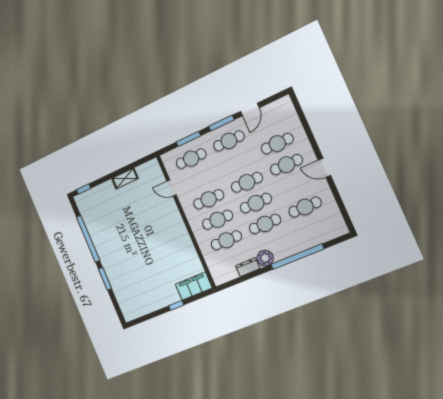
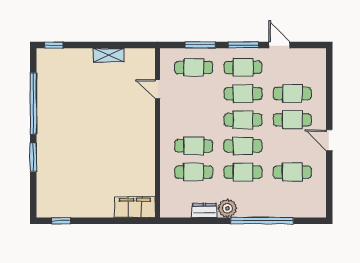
door: (250, 110) -> (280, 45), swing flipped
cafe table: (209, 199) -> (243, 94), moved
window: (176, 305) -> (61, 221), moved

